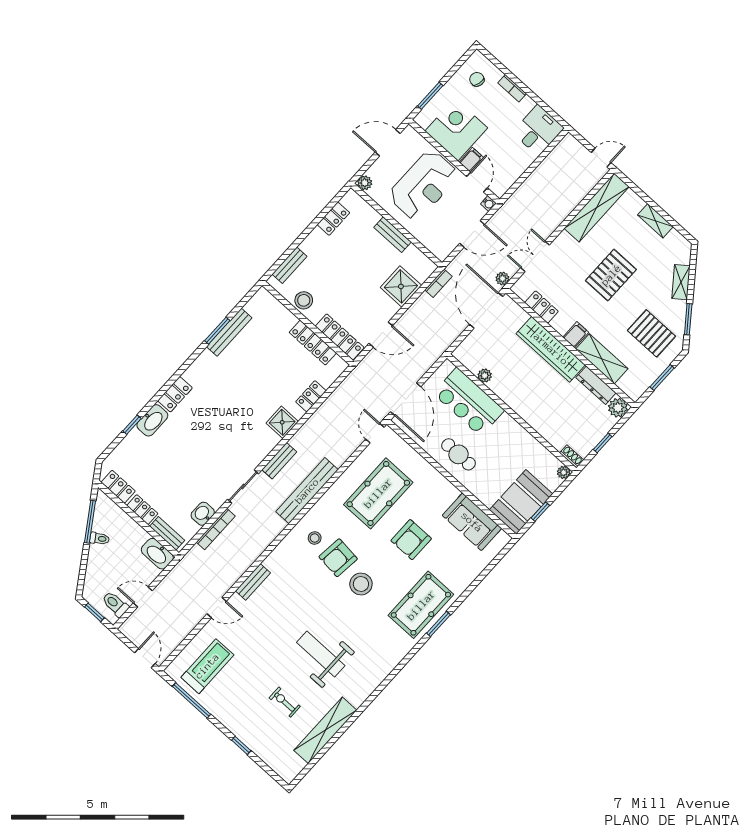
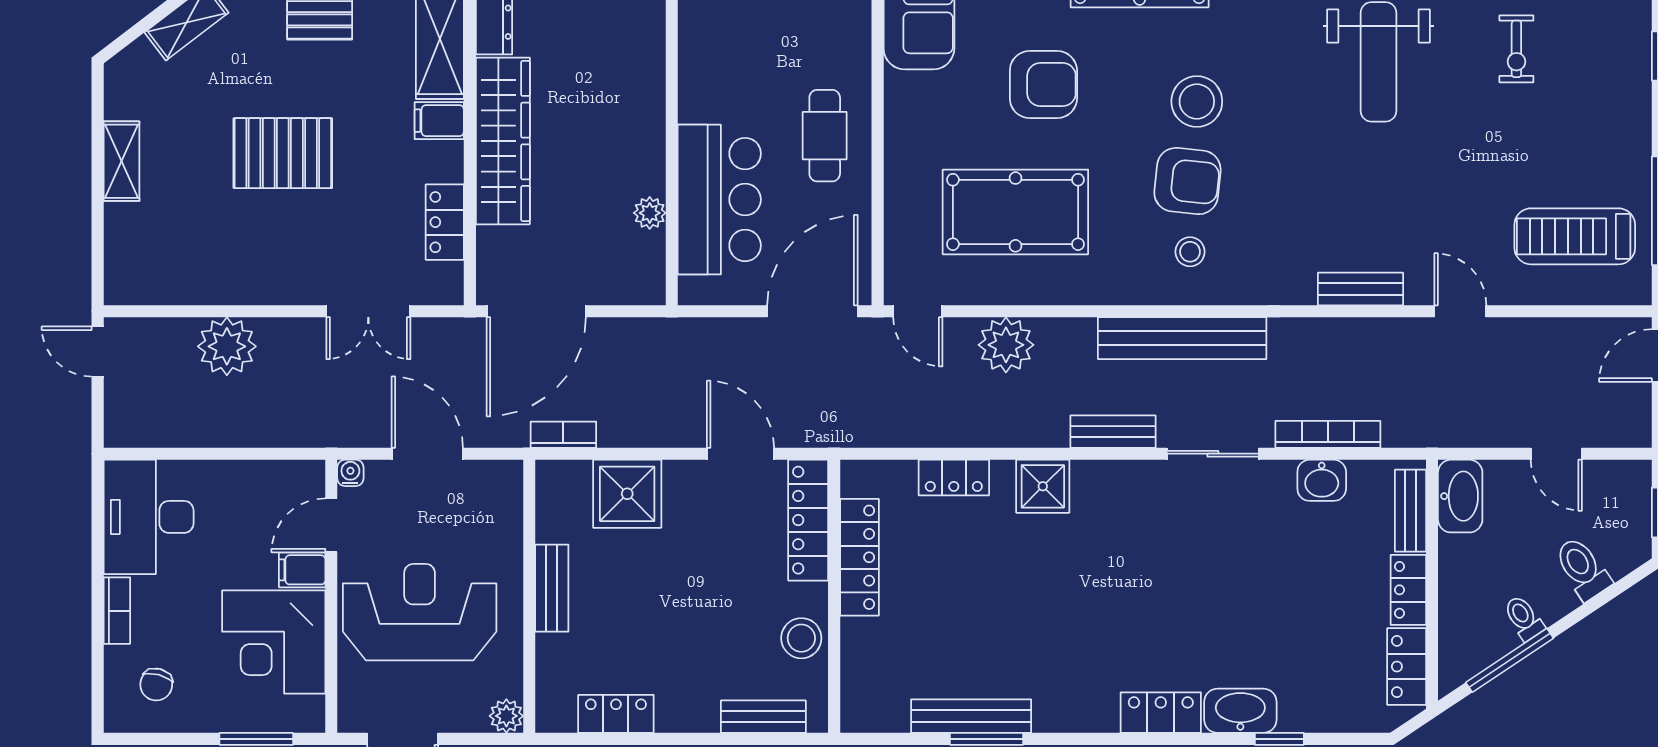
desk: (538, 130) -> (149, 517), width x1.37
shelving: (597, 208) -> (190, 282), removed
plant: (502, 279) -> (227, 346), moved, width x1.87, depth x1.87
door: (375, 433) -> (918, 311), hinge flipped
plant: (338, 452) -> (1006, 345), added
bench: (307, 491) -> (1182, 338), moved
toilet: (115, 604) -> (1582, 569), moved, turned 146

